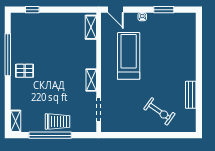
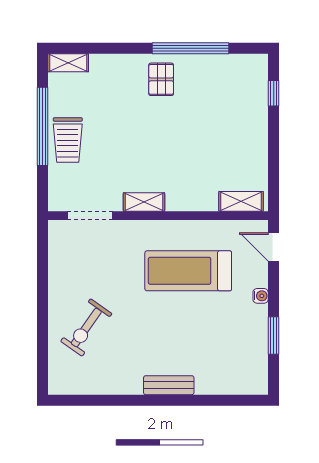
door: (116, 10) -> (274, 247), hinge flipped
treadmill: (129, 56) -> (188, 271), turned 180
bench: (191, 95) -> (169, 385), moved

